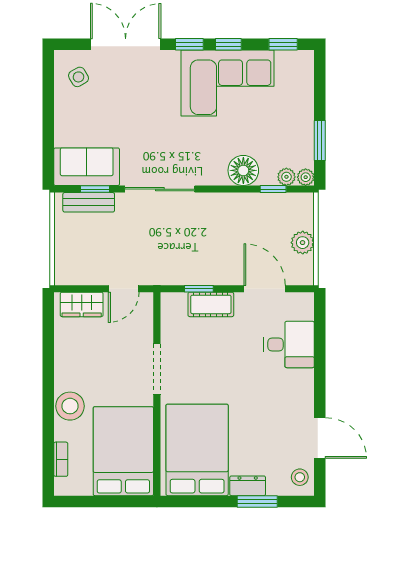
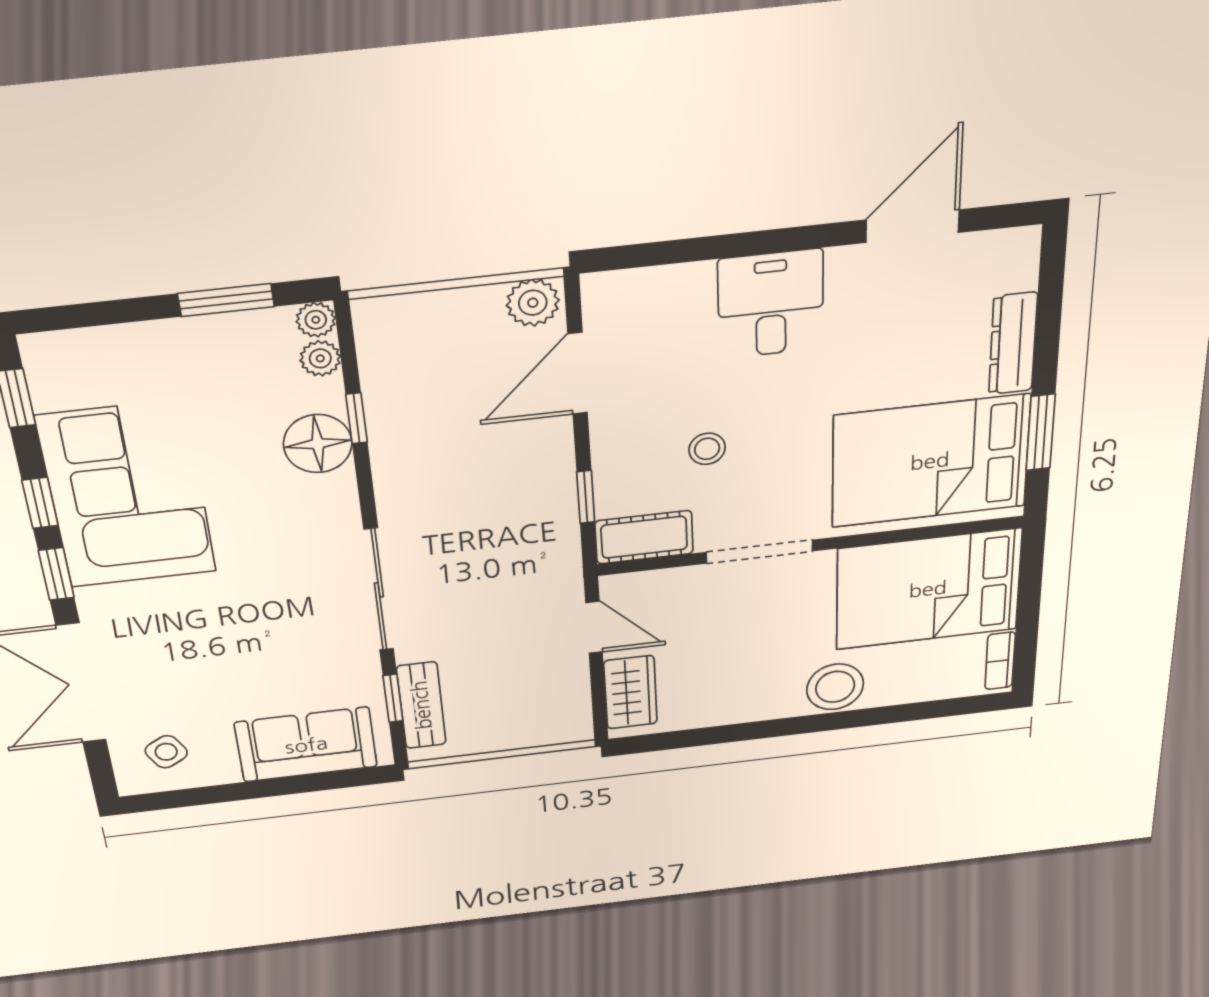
sofa: (87, 167) -> (306, 745), moved, turned 90
window: (273, 189) -> (357, 418), moved
plant: (303, 243) -> (533, 303), moved
cot: (211, 304) -> (644, 537), moved, turned 90
desk: (289, 344) -> (771, 304), moved
bookcase: (61, 459) -> (1000, 661), moved, turned -90
stool: (300, 477) -> (707, 449), moved
dresser: (248, 486) -> (1013, 344), width x1.44
window: (257, 501) -> (1041, 432), moved

